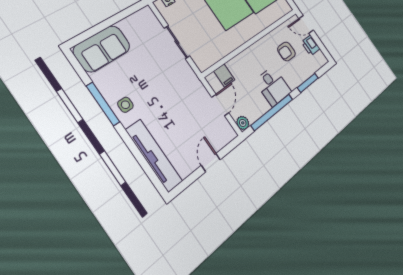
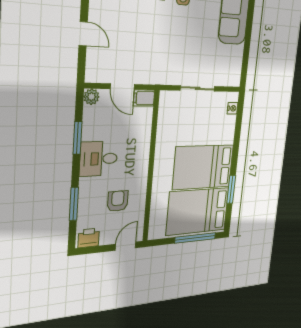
printer: (311, 45) -> (89, 238), moved
filing cabinet: (224, 75) -> (144, 98), moved
window: (272, 112) -> (77, 138), width x0.47

